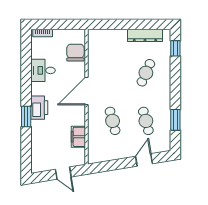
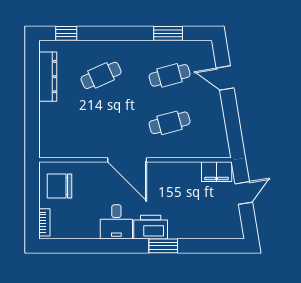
chair: (75, 53) -> (59, 186), moved
desk: (43, 70) -> (116, 222), moved
cafe table: (146, 73) -> (101, 75), turned -48
filing cabinet: (78, 137) -> (217, 172), moved

